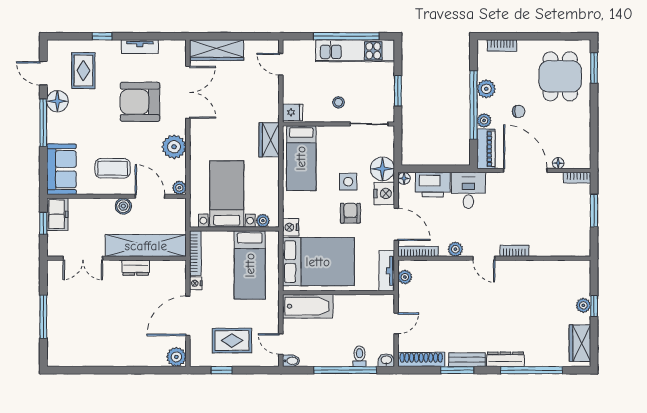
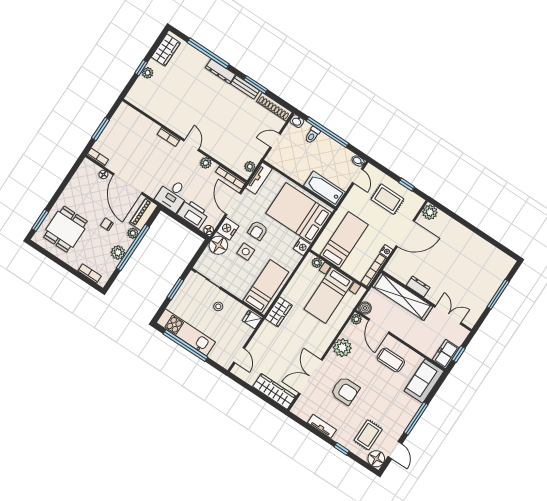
floor lamp: (57, 101) -> (376, 459), moved
armchair: (140, 102) -> (345, 391), width x0.73, depth x0.73
boiler: (123, 206) -> (365, 308), moved

